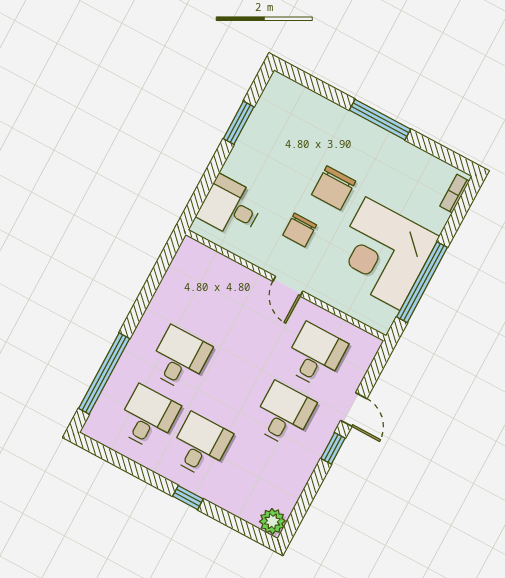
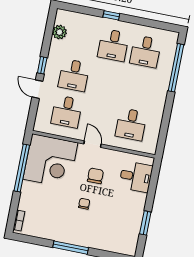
chair: (334, 188) -> (84, 204), width x0.54, depth x0.54
corner desk: (383, 254) -> (50, 161), moved, turned 90
desk: (180, 359) -> (131, 124), moved
plant: (272, 521) -> (59, 32), moved

